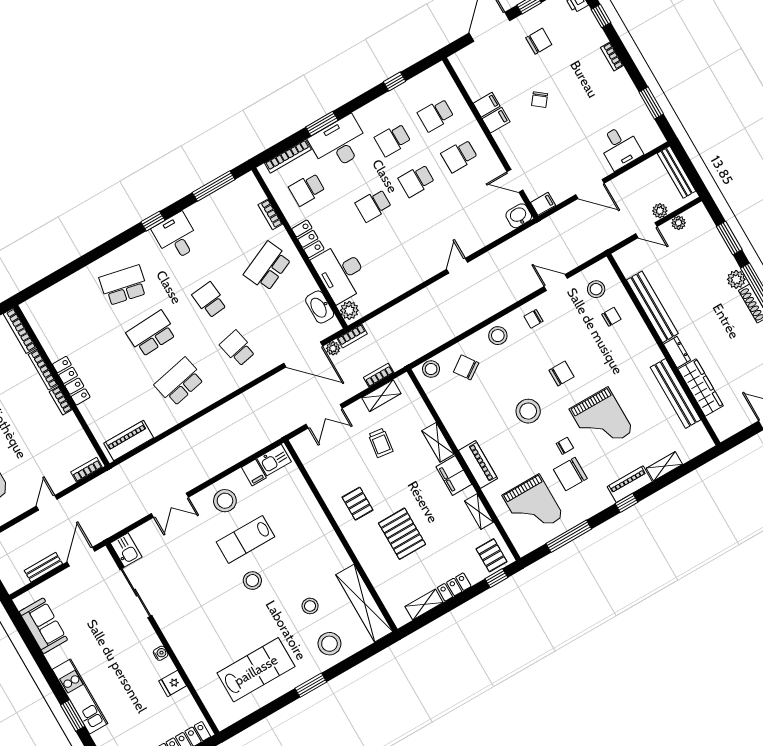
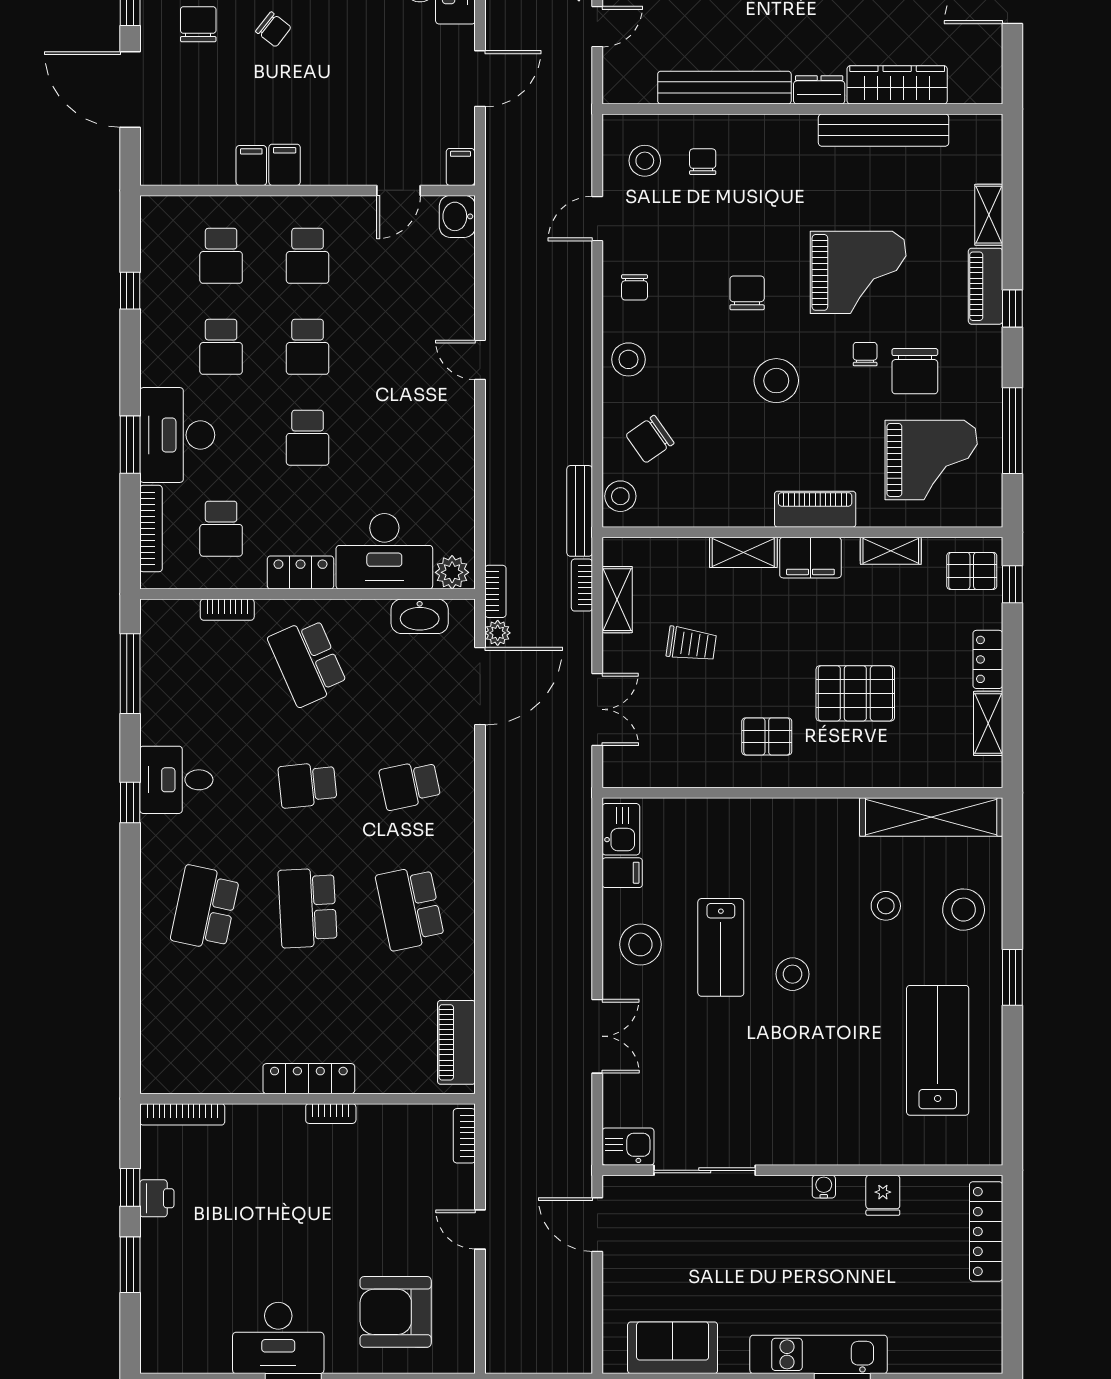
chair: (540, 100) -> (273, 29), moved
bookcase: (43, 370) -> (265, 1113), removed
bench: (43, 567) -> (580, 511), moved, width x1.36

